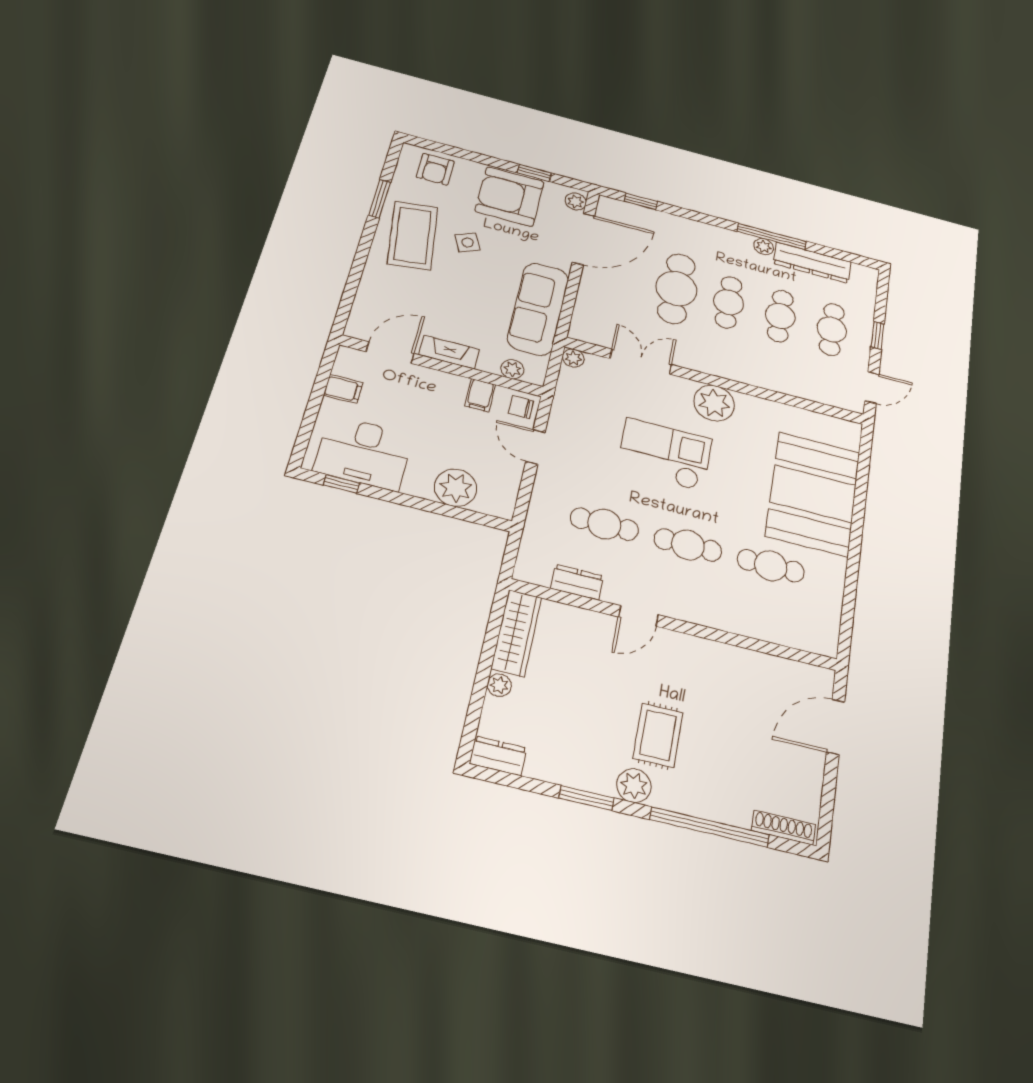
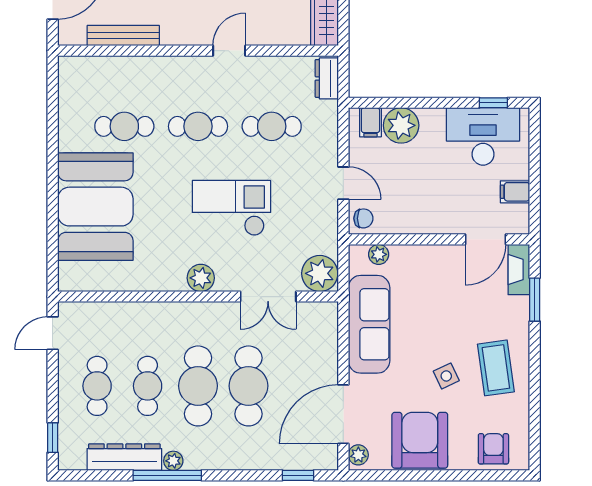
window: (534, 173) -> (403, 475), removed
armchair: (510, 196) -> (420, 440), turned -90
window: (379, 199) -> (535, 300), moved
coffee table: (413, 235) -> (496, 368), width x0.73, depth x0.76
cafe table: (729, 302) -> (198, 386), width x1.37, depth x1.35
window: (878, 335) -> (53, 438), moved
fireplace: (449, 352) -> (519, 270), moved, turned 90
plant: (573, 358) -> (320, 273), width x1.87, depth x1.87
filing cabinet: (480, 395) -> (370, 122), moved, turned 180
plant: (714, 403) -> (201, 278), width x0.73, depth x0.73
checkout: (665, 454) -> (232, 208), turned 180
dresser: (577, 582) -> (327, 78), moved, turned 90
bench: (759, 663) -> (123, 36), added

